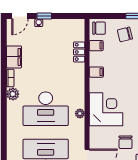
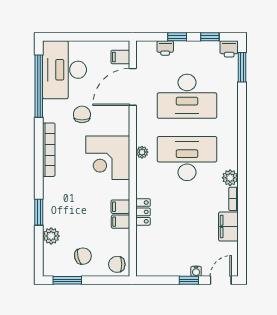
filing cabinet: (96, 46) -> (121, 222), moved
locker: (79, 52) -> (143, 212), moved

